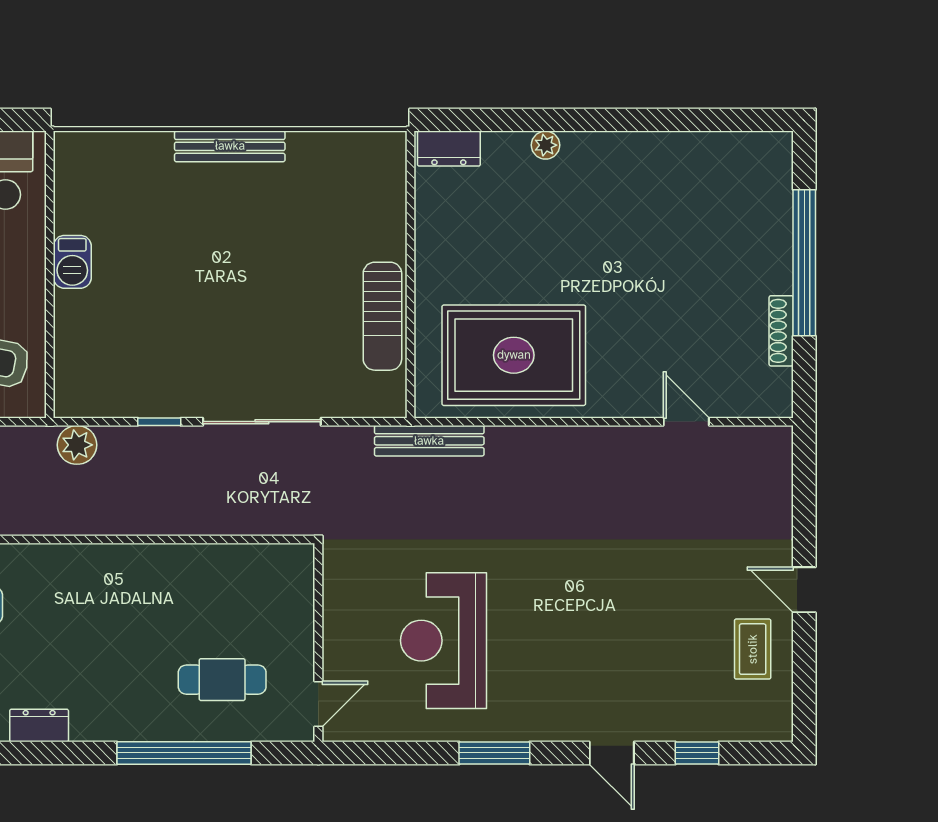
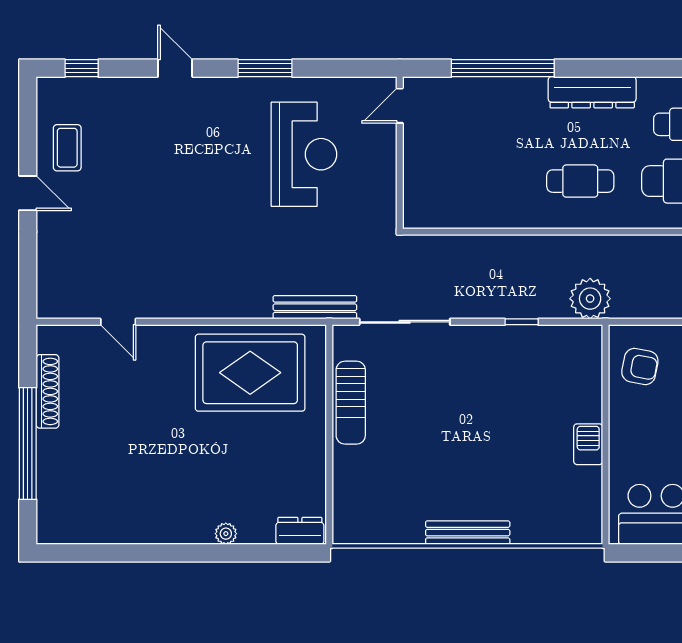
sun lounger: (382, 316) -> (351, 403), turned 180
shoe rack: (781, 331) -> (48, 391), width x1.36, depth x1.24
sliding door: (262, 422) -> (405, 322), moved
plant: (77, 445) -> (590, 299), width x1.36, depth x1.36
cafe table: (222, 680) -> (580, 181), moved
dresser: (39, 726) -> (592, 92), width x1.96, depth x1.24
window: (697, 753) -> (82, 68), moved

